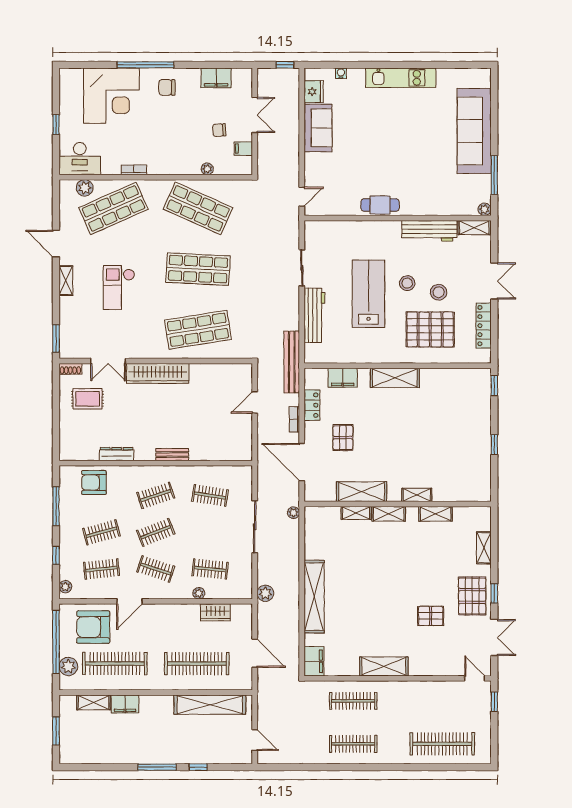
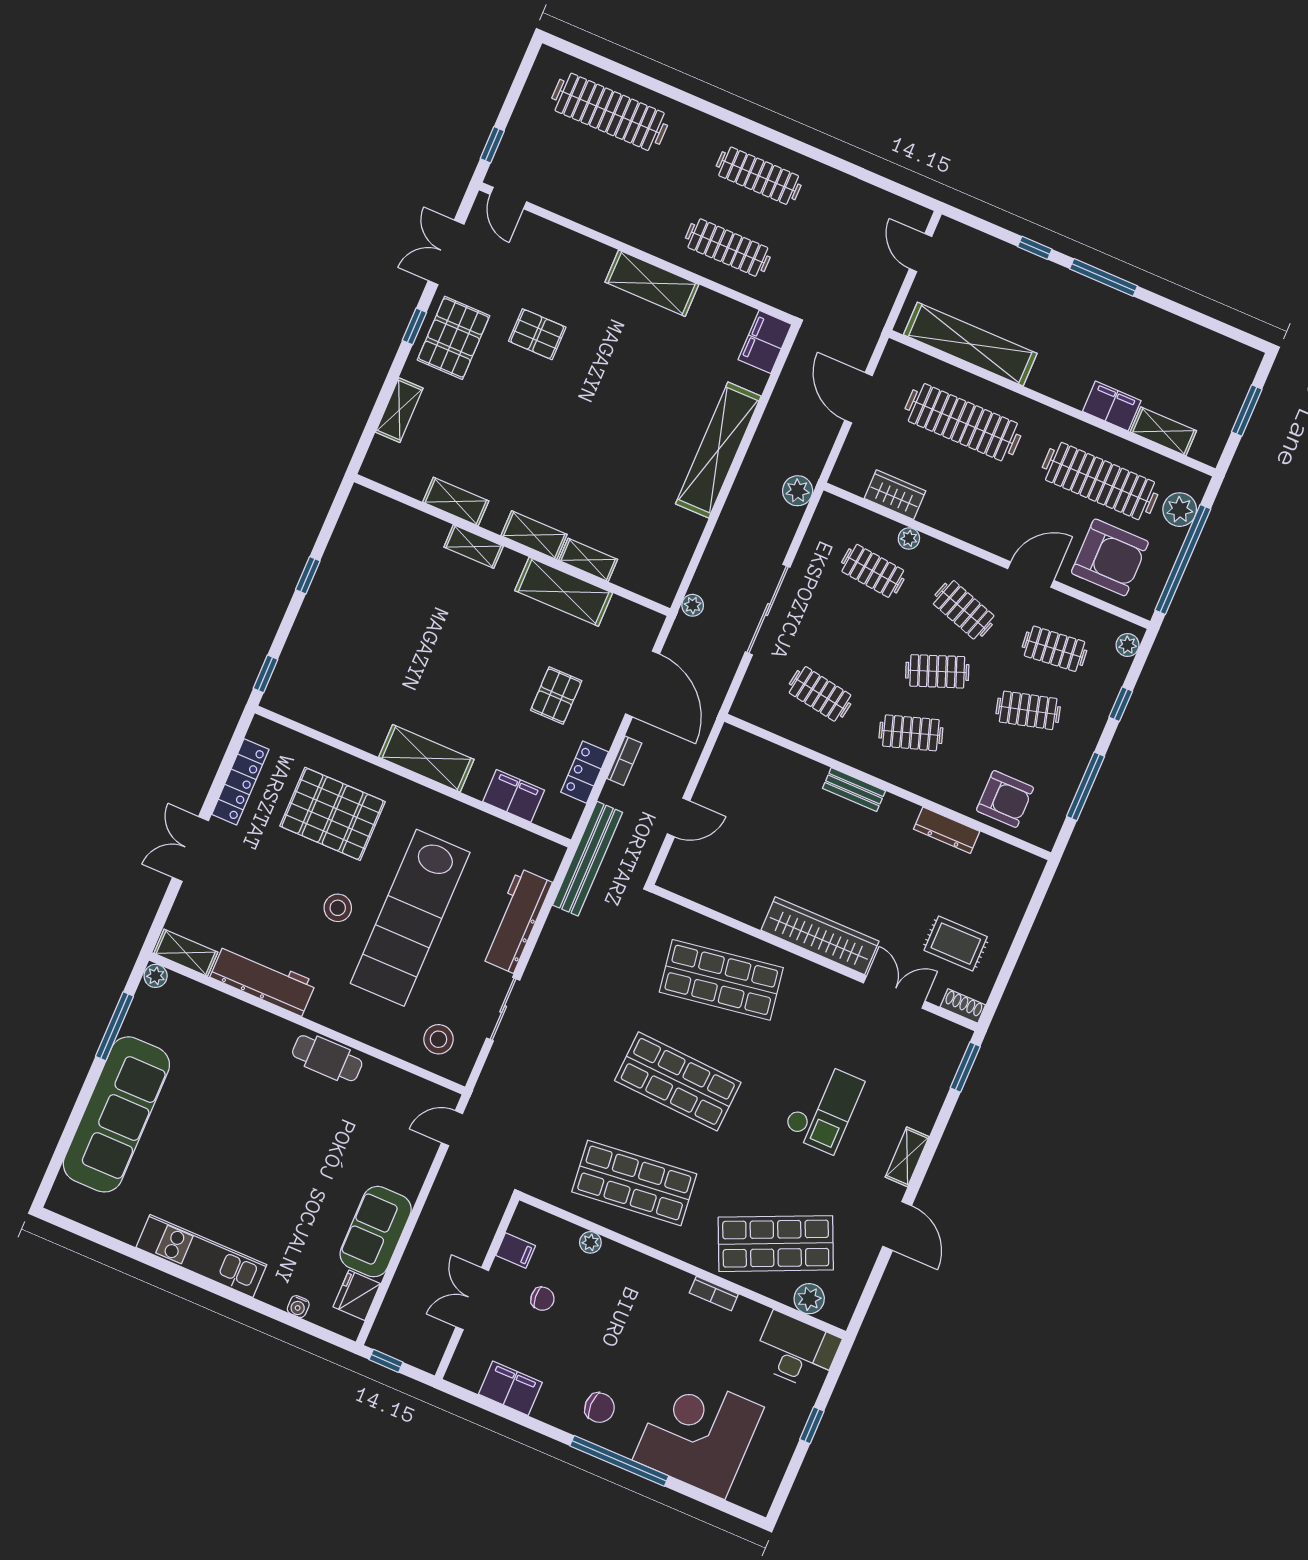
shop shelf: (198, 208) -> (634, 1183), turned -30
stool: (439, 292) -> (439, 1039), moved
lab bench: (368, 294) -> (410, 918), width x1.36

